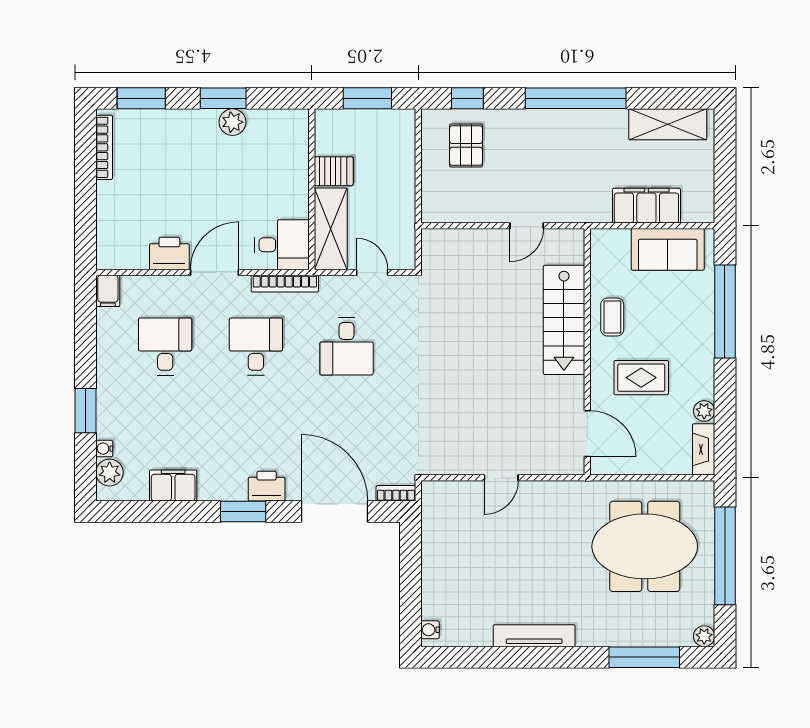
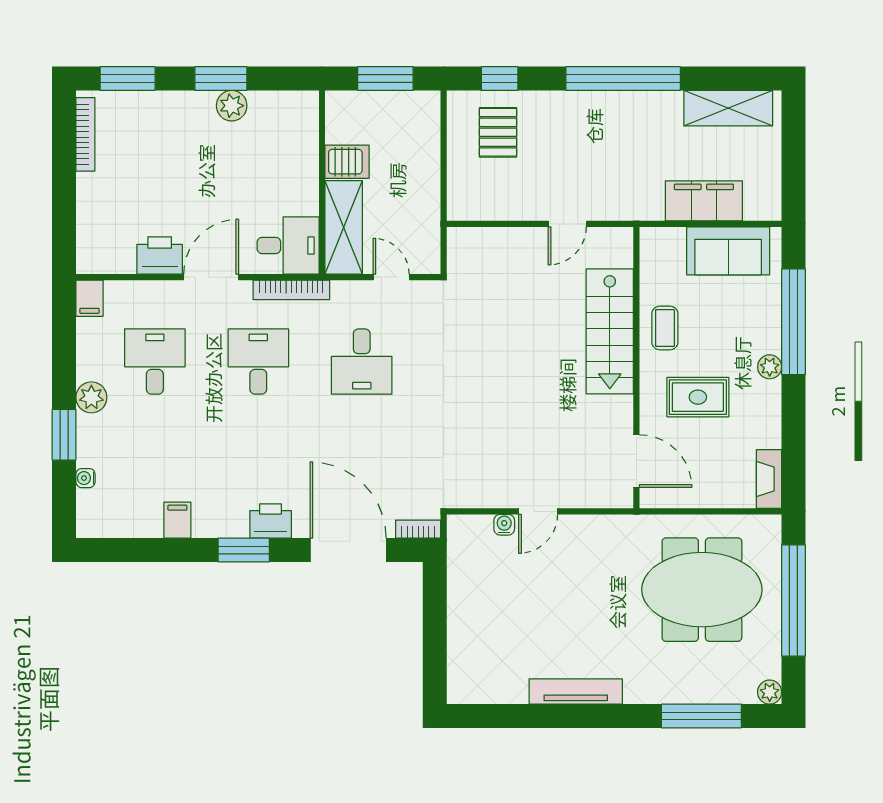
plant: (704, 411) -> (770, 367), moved
plant: (110, 473) -> (91, 397), moved
filing cabinet: (173, 485) -> (177, 520), width x0.50
water cooler: (430, 630) -> (504, 525), moved, turned 90

